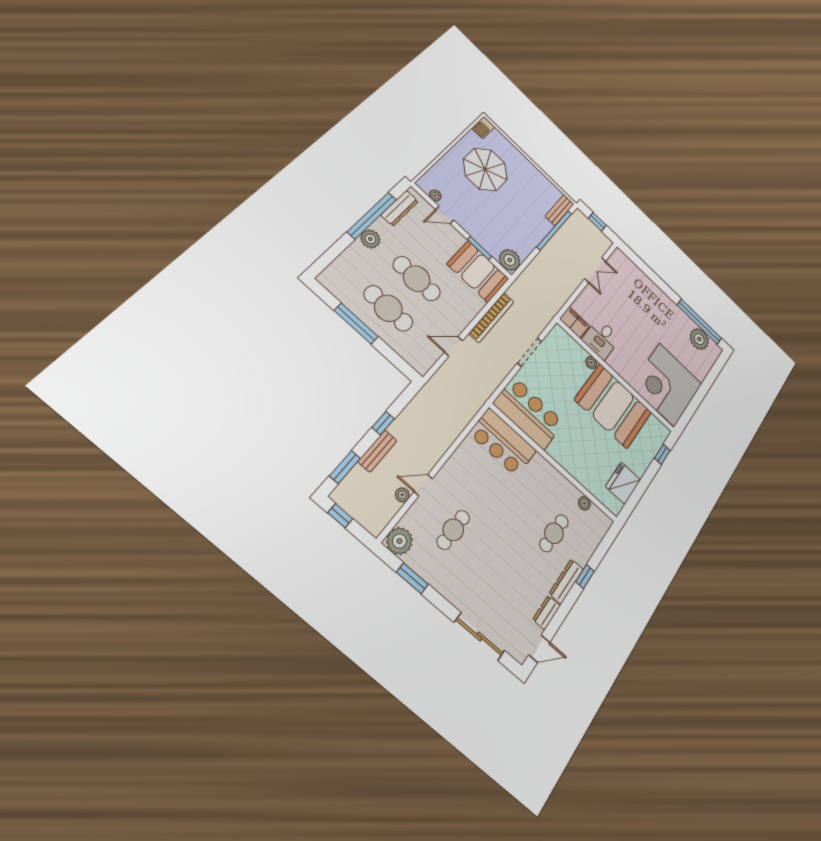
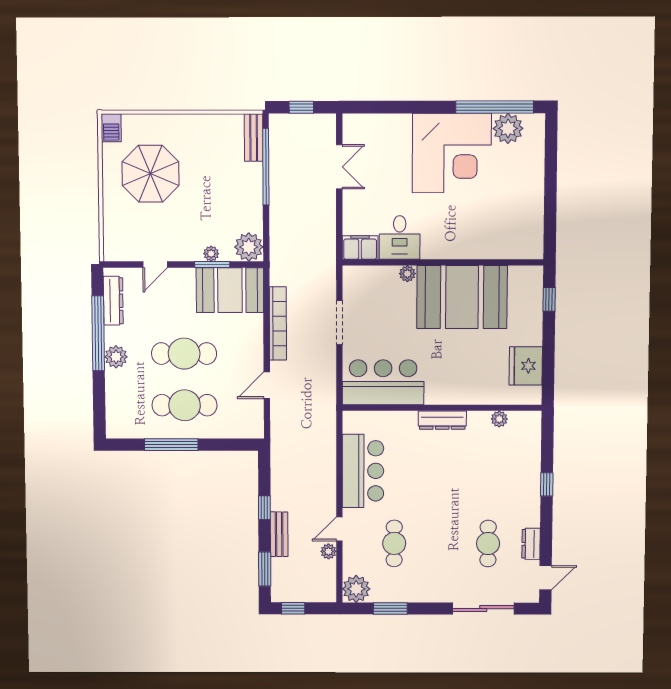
plant: (435, 195) -> (211, 254), moved
corner desk: (667, 385) -> (452, 153), moved, turned -90
bar counter: (503, 442) -> (363, 471), moved, turned -90
cafe table: (554, 533) -> (488, 544), moved
dresser: (566, 581) -> (442, 420), moved, turned -90

